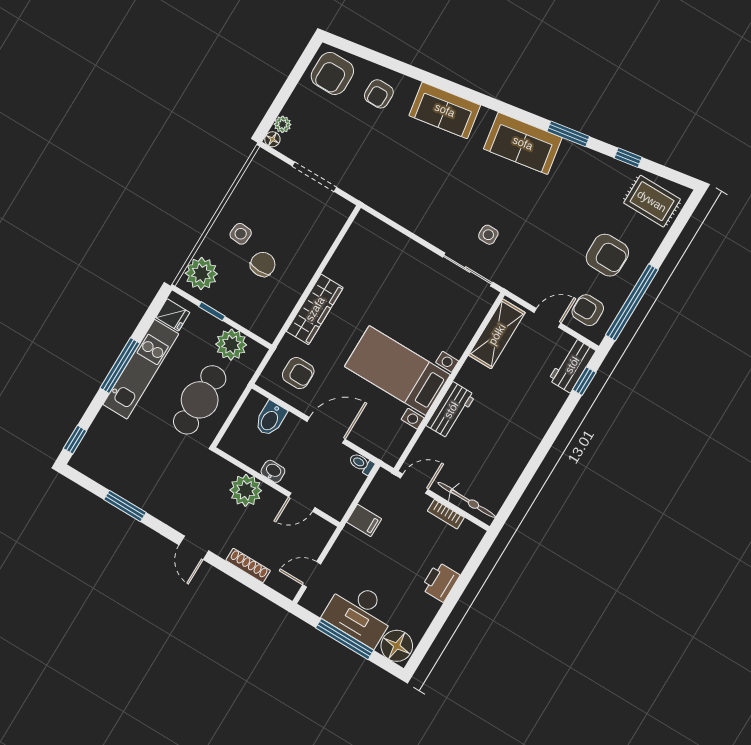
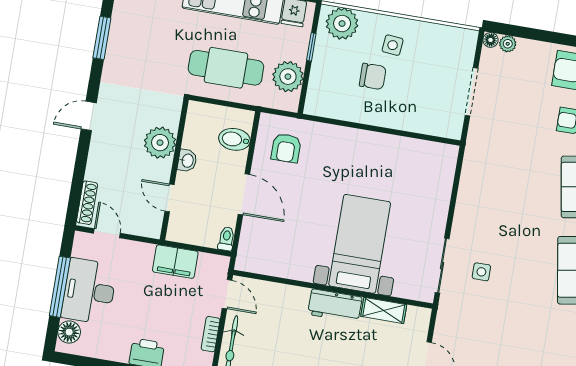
wardrobe: (315, 309) -> (350, 140), removed
shelving: (497, 334) -> (384, 310), width x0.67, depth x0.75
bed with nightstands: (397, 371) -> (360, 244), moved
workbench: (451, 410) -> (335, 306), moved
filing cabinet: (364, 520) -> (175, 262), width x2.00
shoe rack: (248, 565) -> (87, 203), moved
floor lamp: (397, 646) -> (69, 332), width x0.73, depth x0.73

